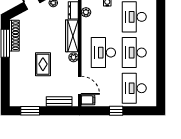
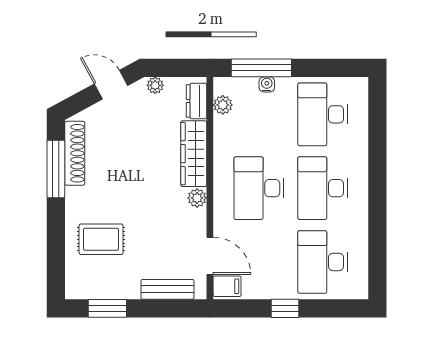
rug: (43, 64) -> (101, 239), moved, turned 90

